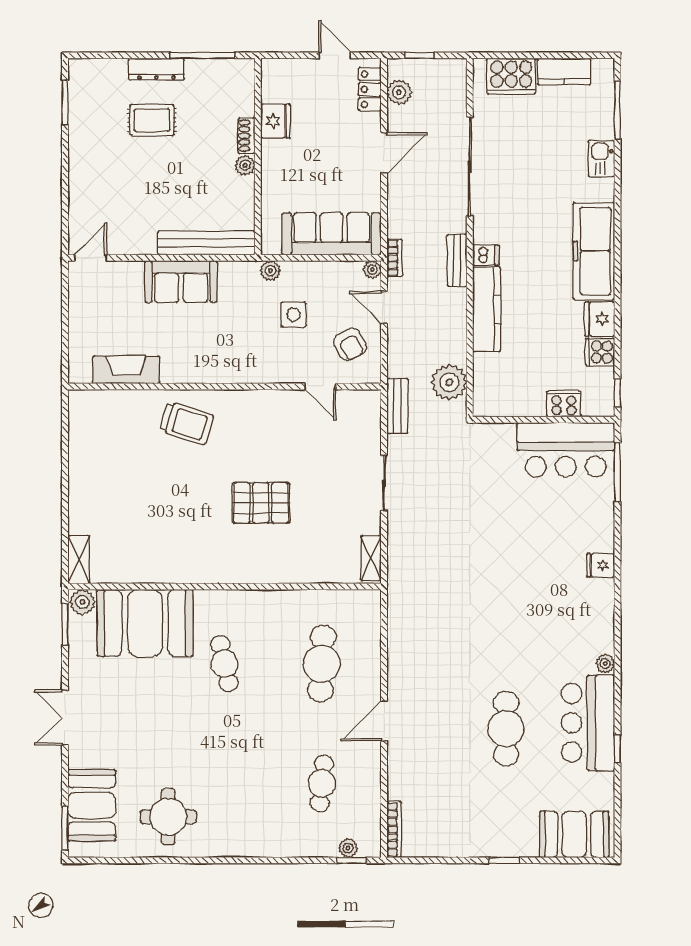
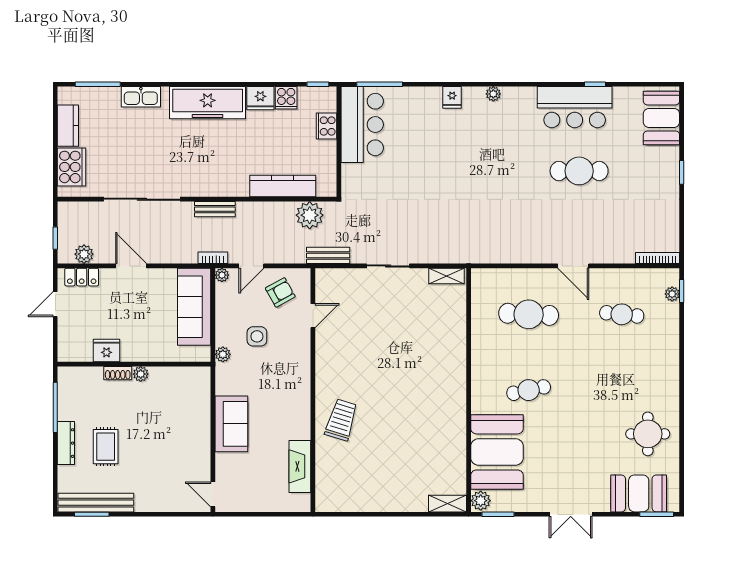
kitchen sink: (601, 158) -> (141, 97), width x1.38
bench: (206, 243) -> (96, 503), moved, turned 90
dishwasher: (486, 255) -> (211, 187), removed
kitchen counter: (487, 309) -> (283, 186), moved
pallet: (261, 503) -> (404, 362), removed
plant: (605, 664) -> (493, 94), moved

